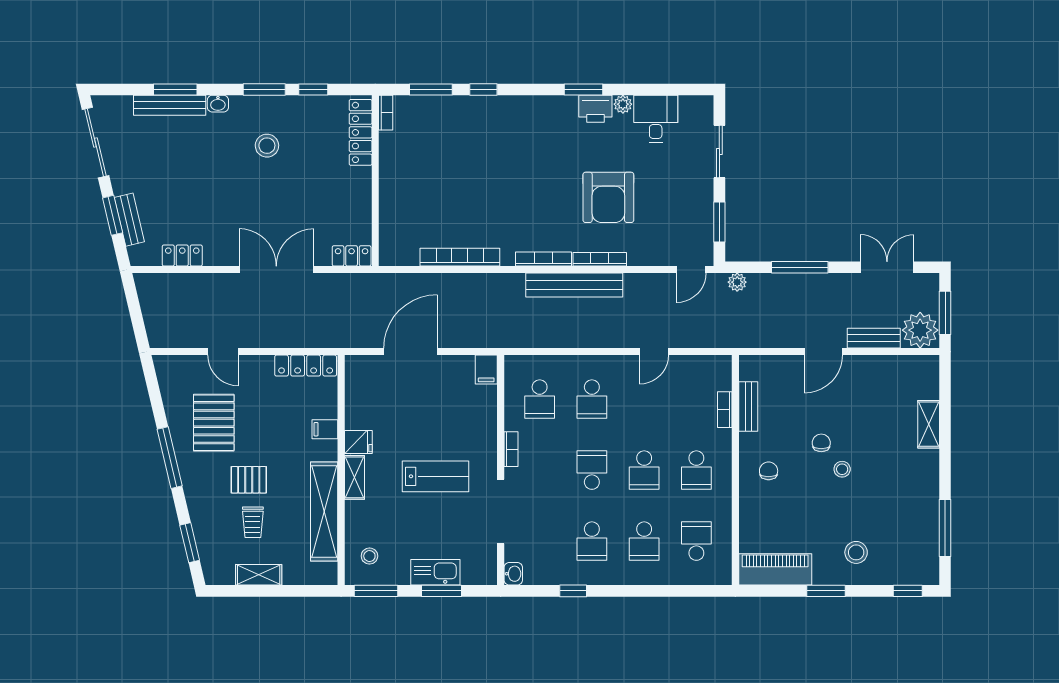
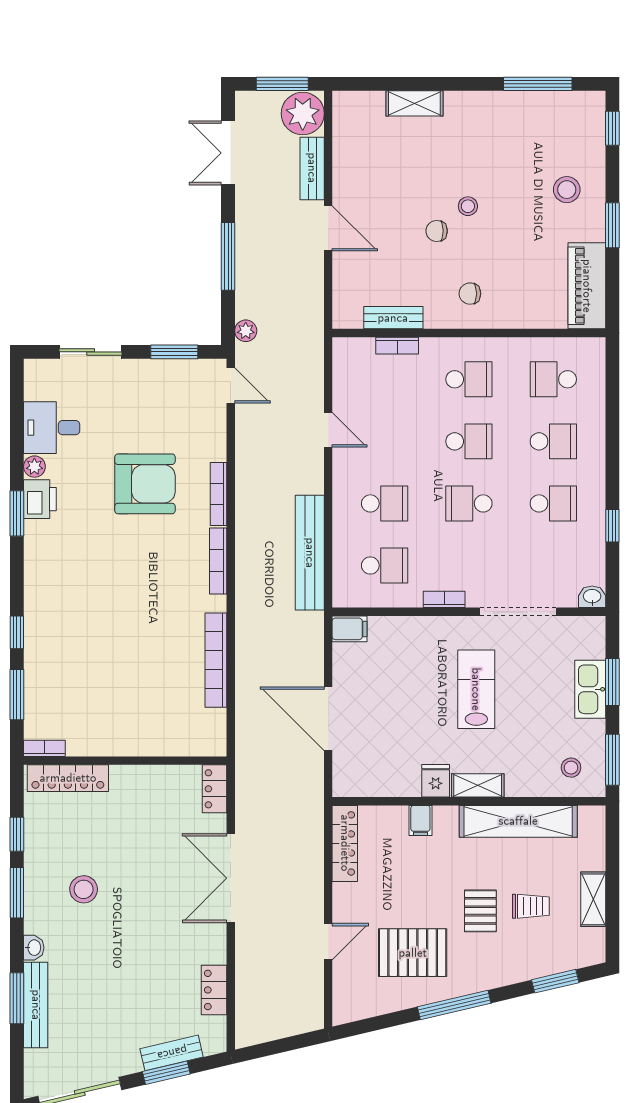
bench: (574, 285) -> (310, 553), moved

